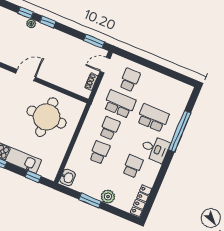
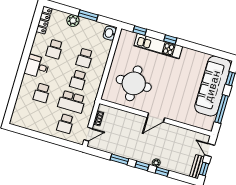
window: (94, 41) -> (119, 159), moved
school desk: (153, 118) -> (42, 93), width x0.54
window: (180, 131) -> (17, 84), removed

